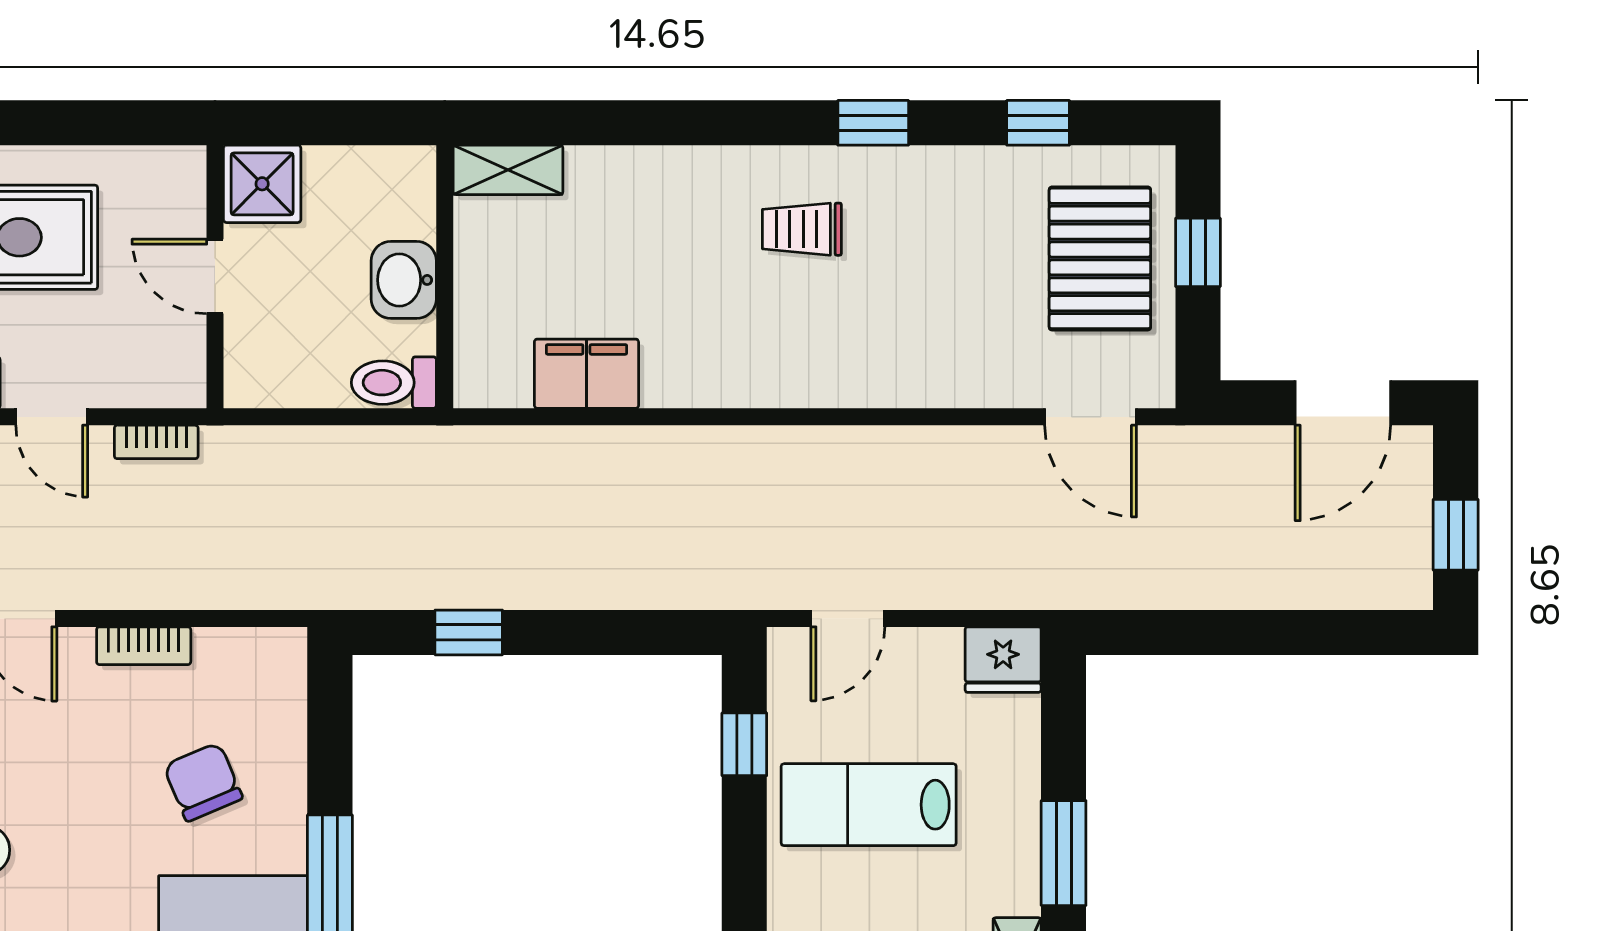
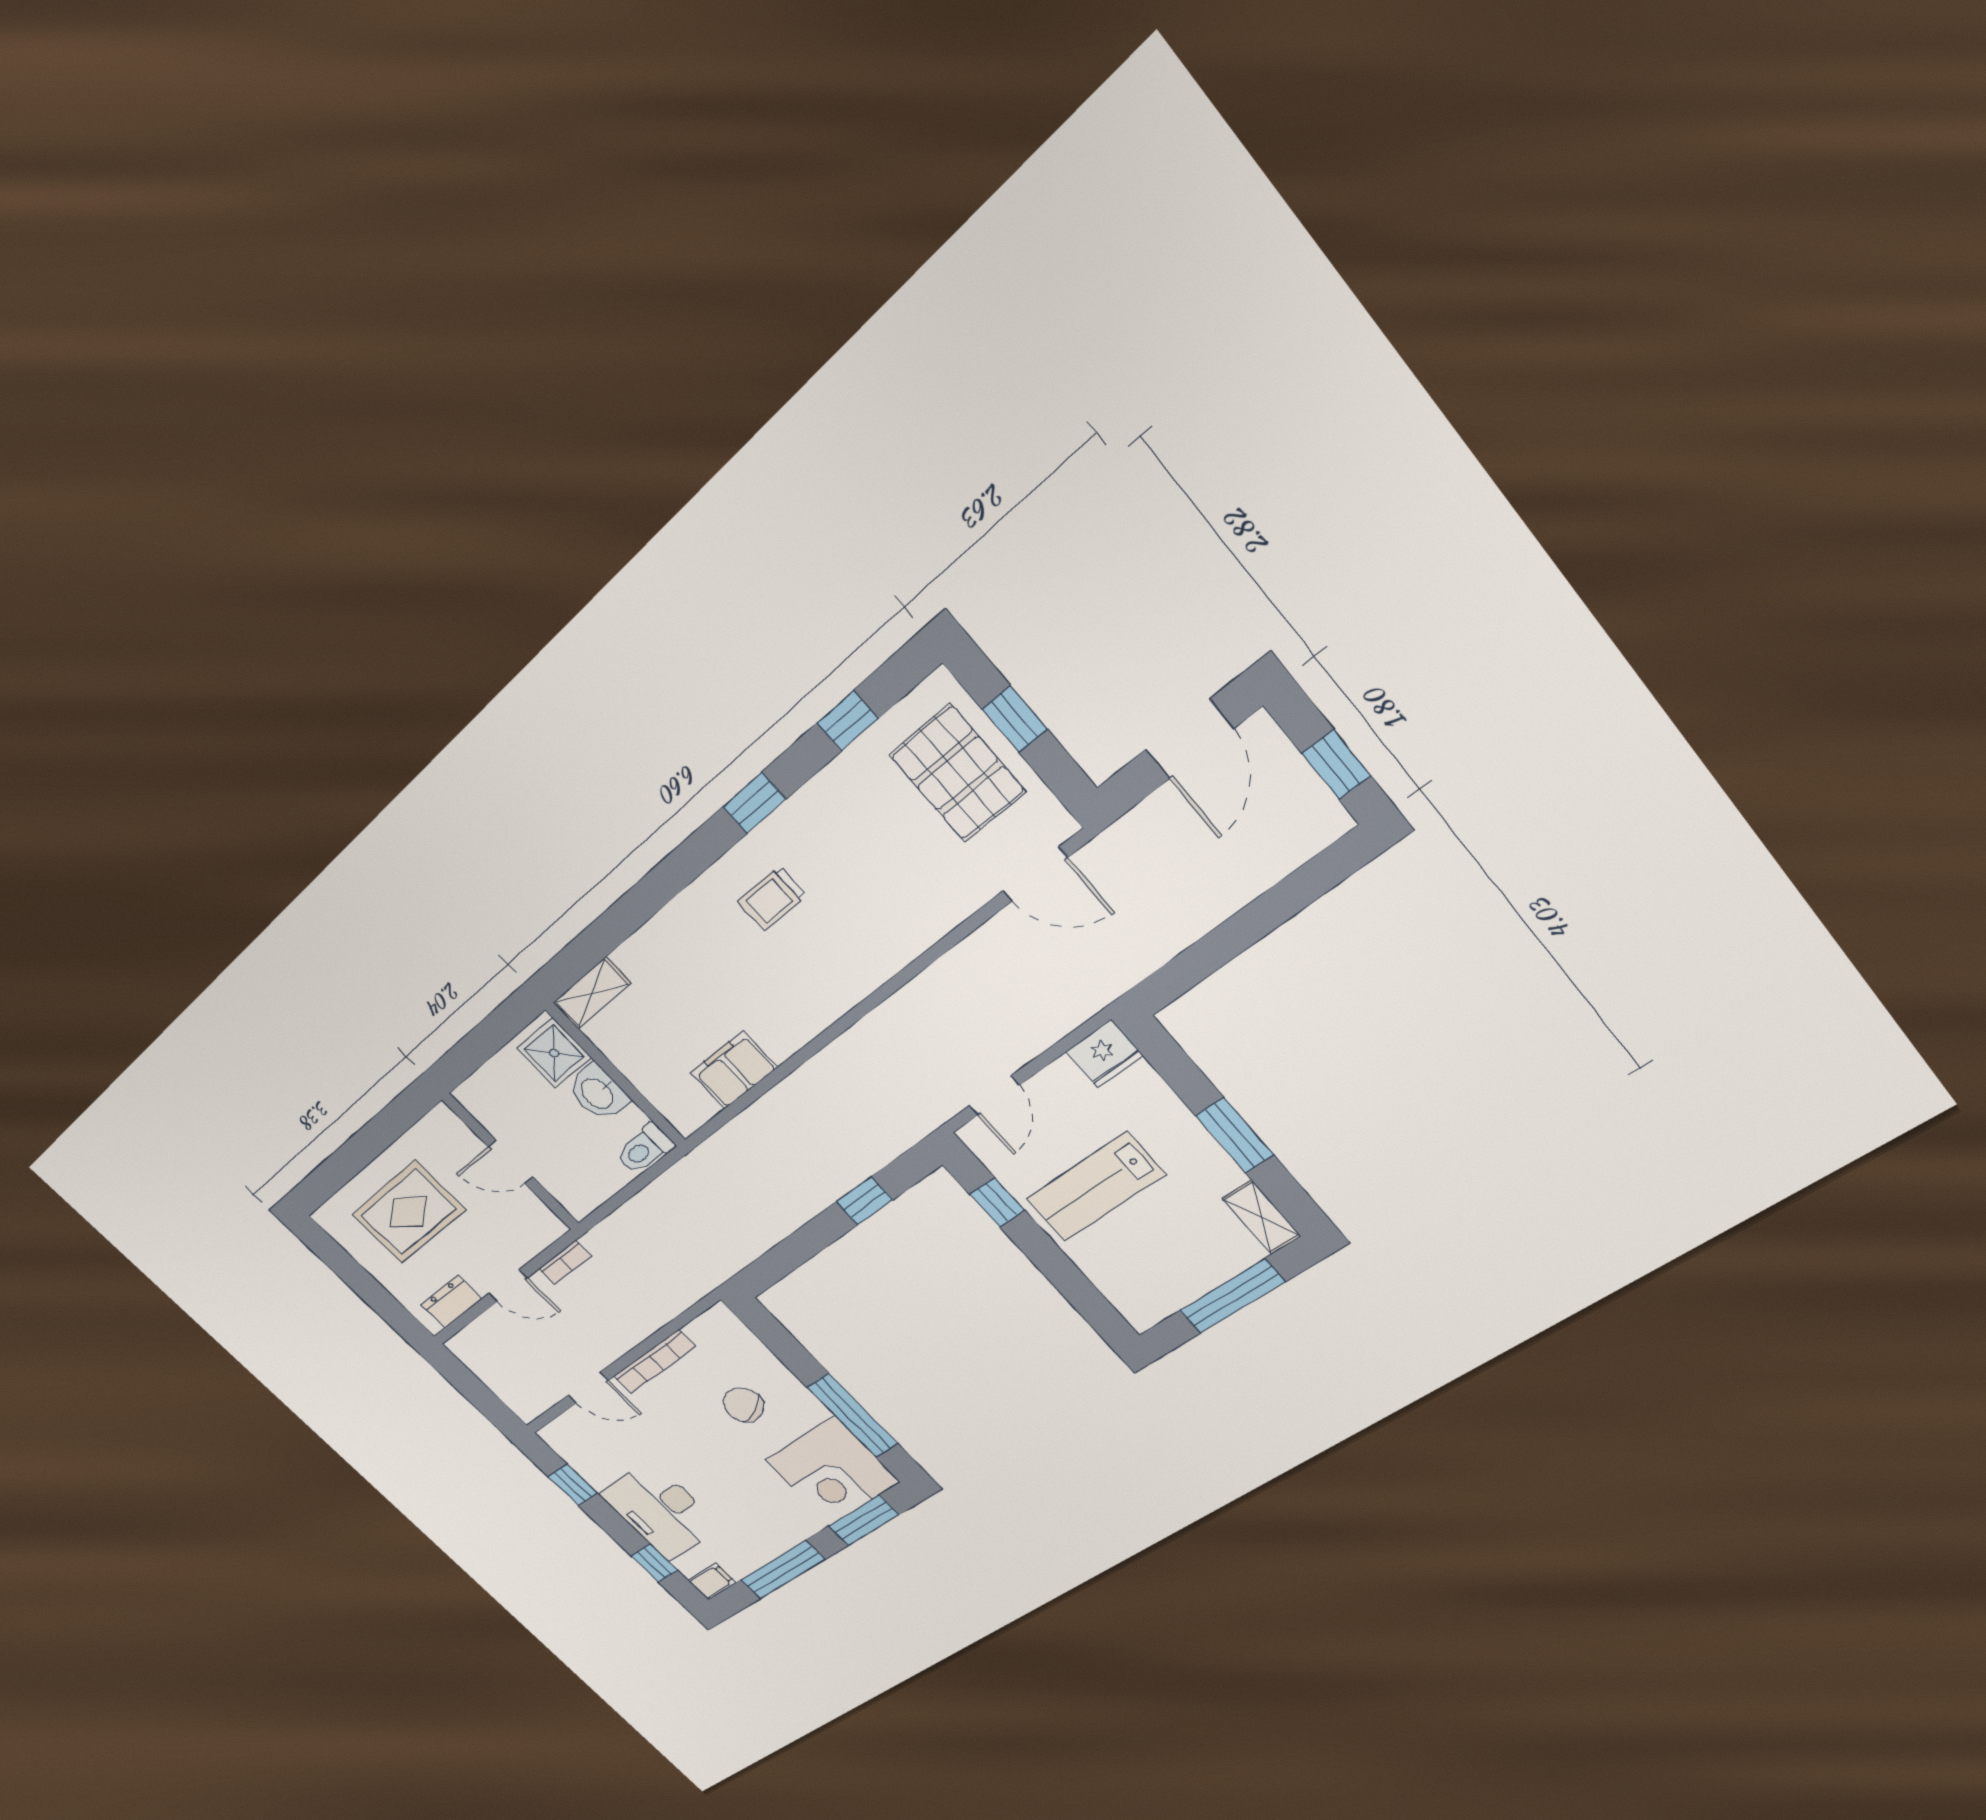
shower: (262, 184) -> (554, 1053), moved
window: (469, 632) -> (864, 1201), moved
bookcase: (144, 646) -> (655, 1361), width x1.56

